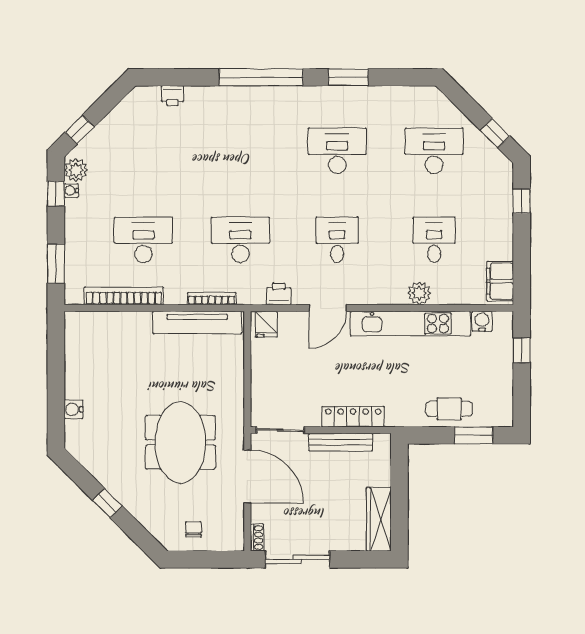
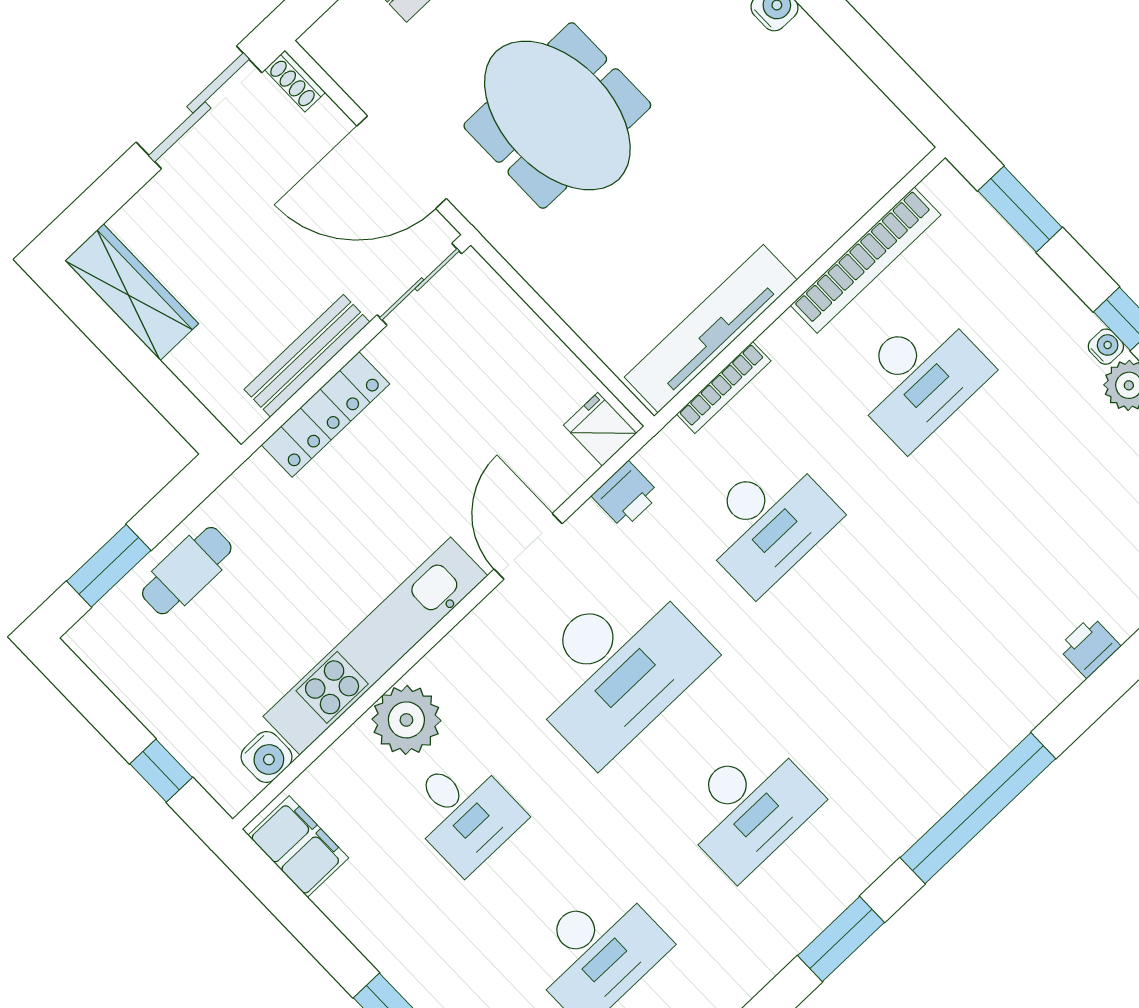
desk: (337, 240) -> (615, 668), width x1.87, depth x1.30
plant: (419, 293) -> (406, 720), width x1.36, depth x1.36

